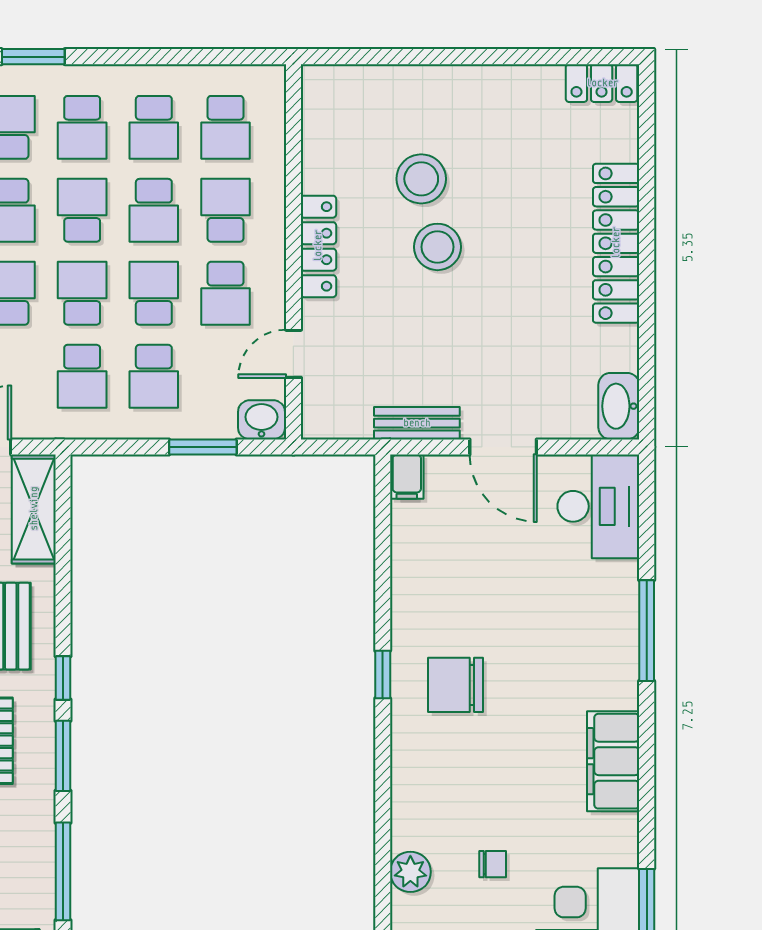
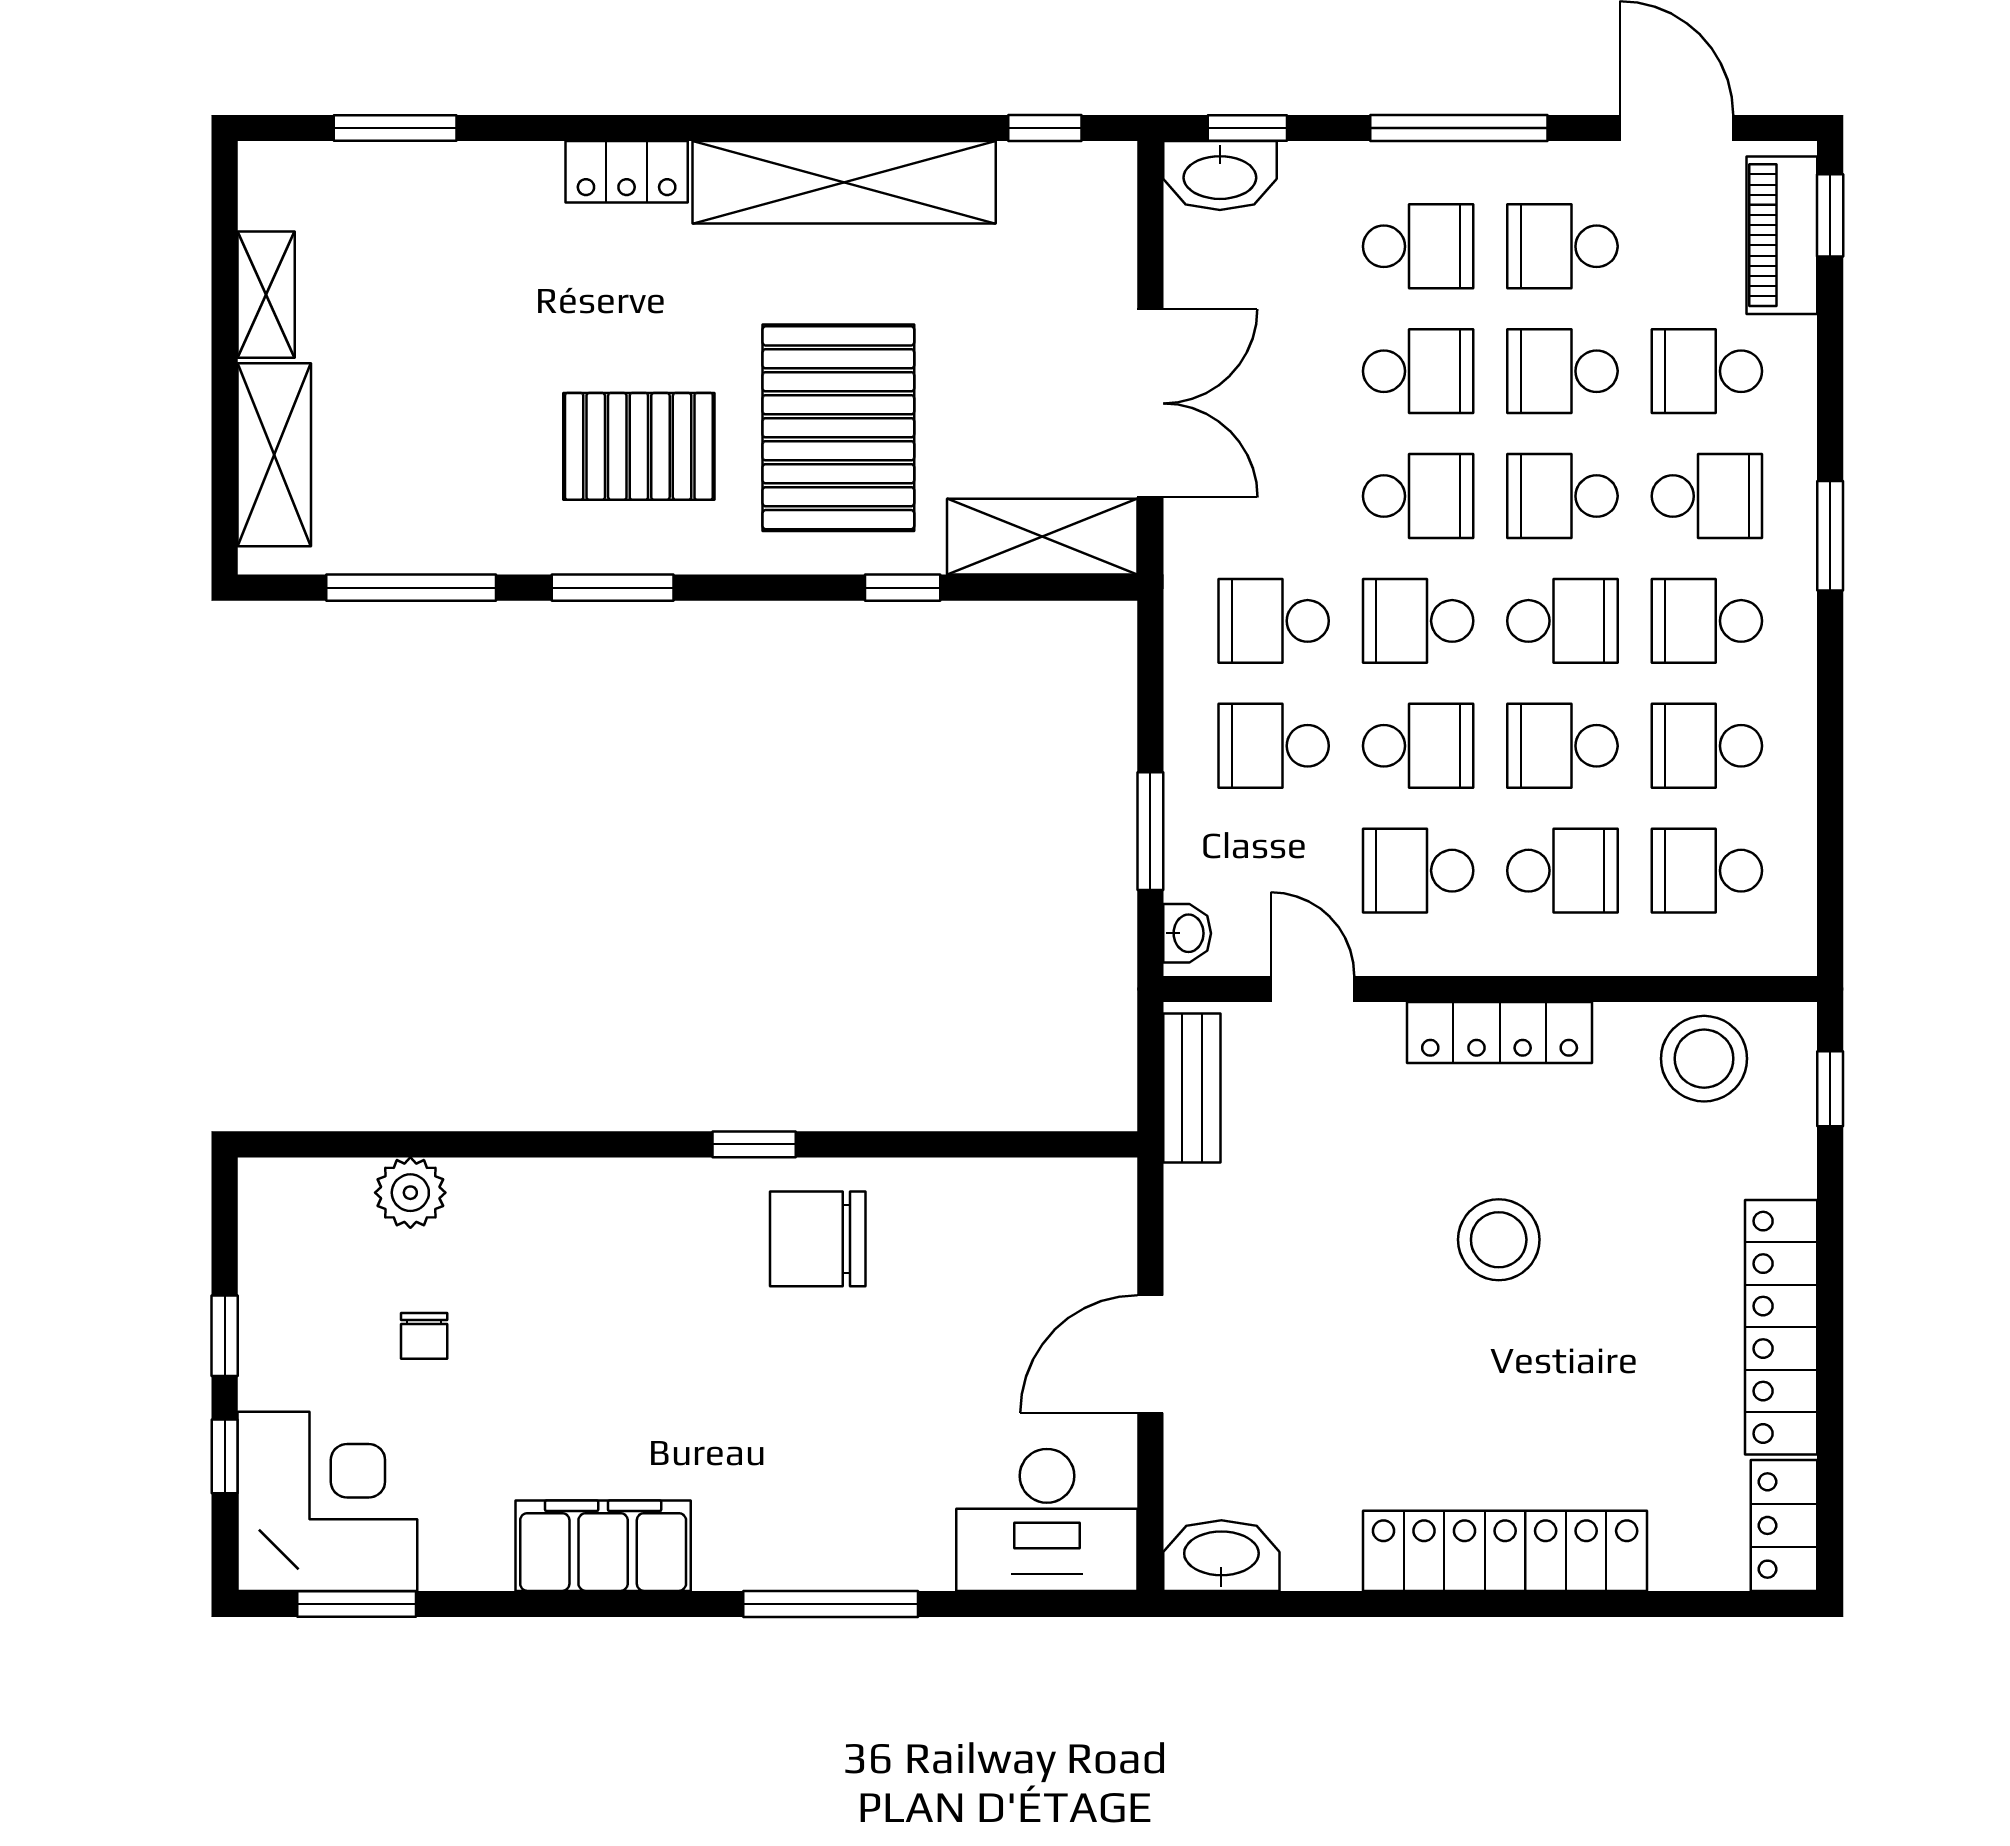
window: (351, 57) -> (1830, 1089), added
locker: (488, 85) -> (1781, 1327), added
stool: (421, 179) -> (1704, 1059), moved
school desk: (82, 293) -> (1418, 621), turned 180
washbasin: (261, 420) -> (1187, 933), width x0.72, depth x0.69
bench: (417, 423) -> (1192, 1088), moved
filing cabinet: (407, 477) -> (1099, 1186), removed
window: (63, 678) -> (903, 588), moved
chair: (456, 685) -> (818, 1239), moved, turned -90

